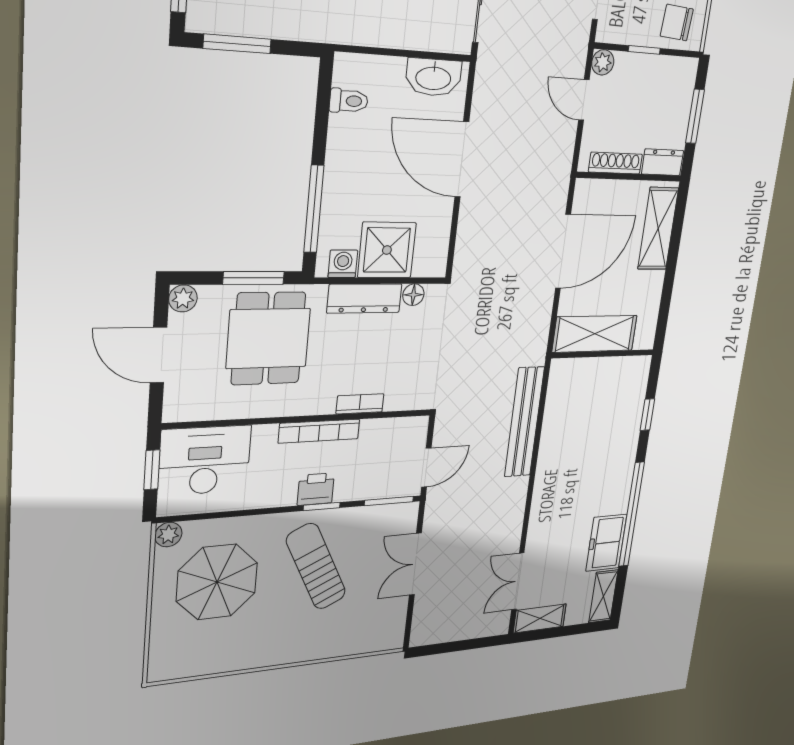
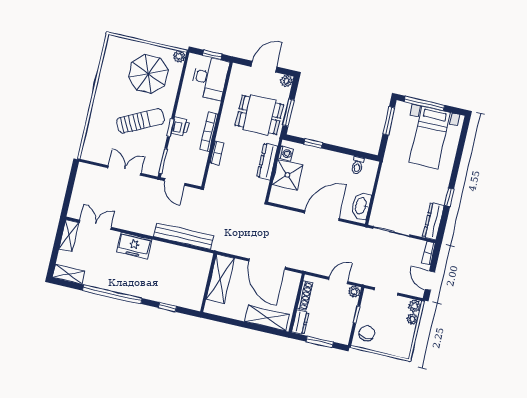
window: (314, 209) -> (313, 144), width x0.46
floor lamp: (413, 295) -> (263, 185), removed
freezer: (606, 543) -> (134, 246), moved, turned 180

